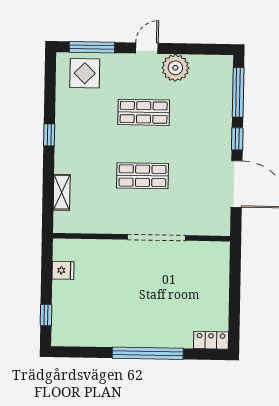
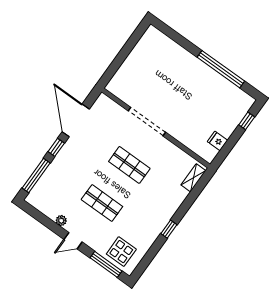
plant: (175, 68) -> (61, 221), width x0.53, depth x0.53
shelving: (62, 192) -> (193, 178), moved
locker: (211, 340) -> (157, 36), removed
window: (148, 353) -> (221, 69), moved

